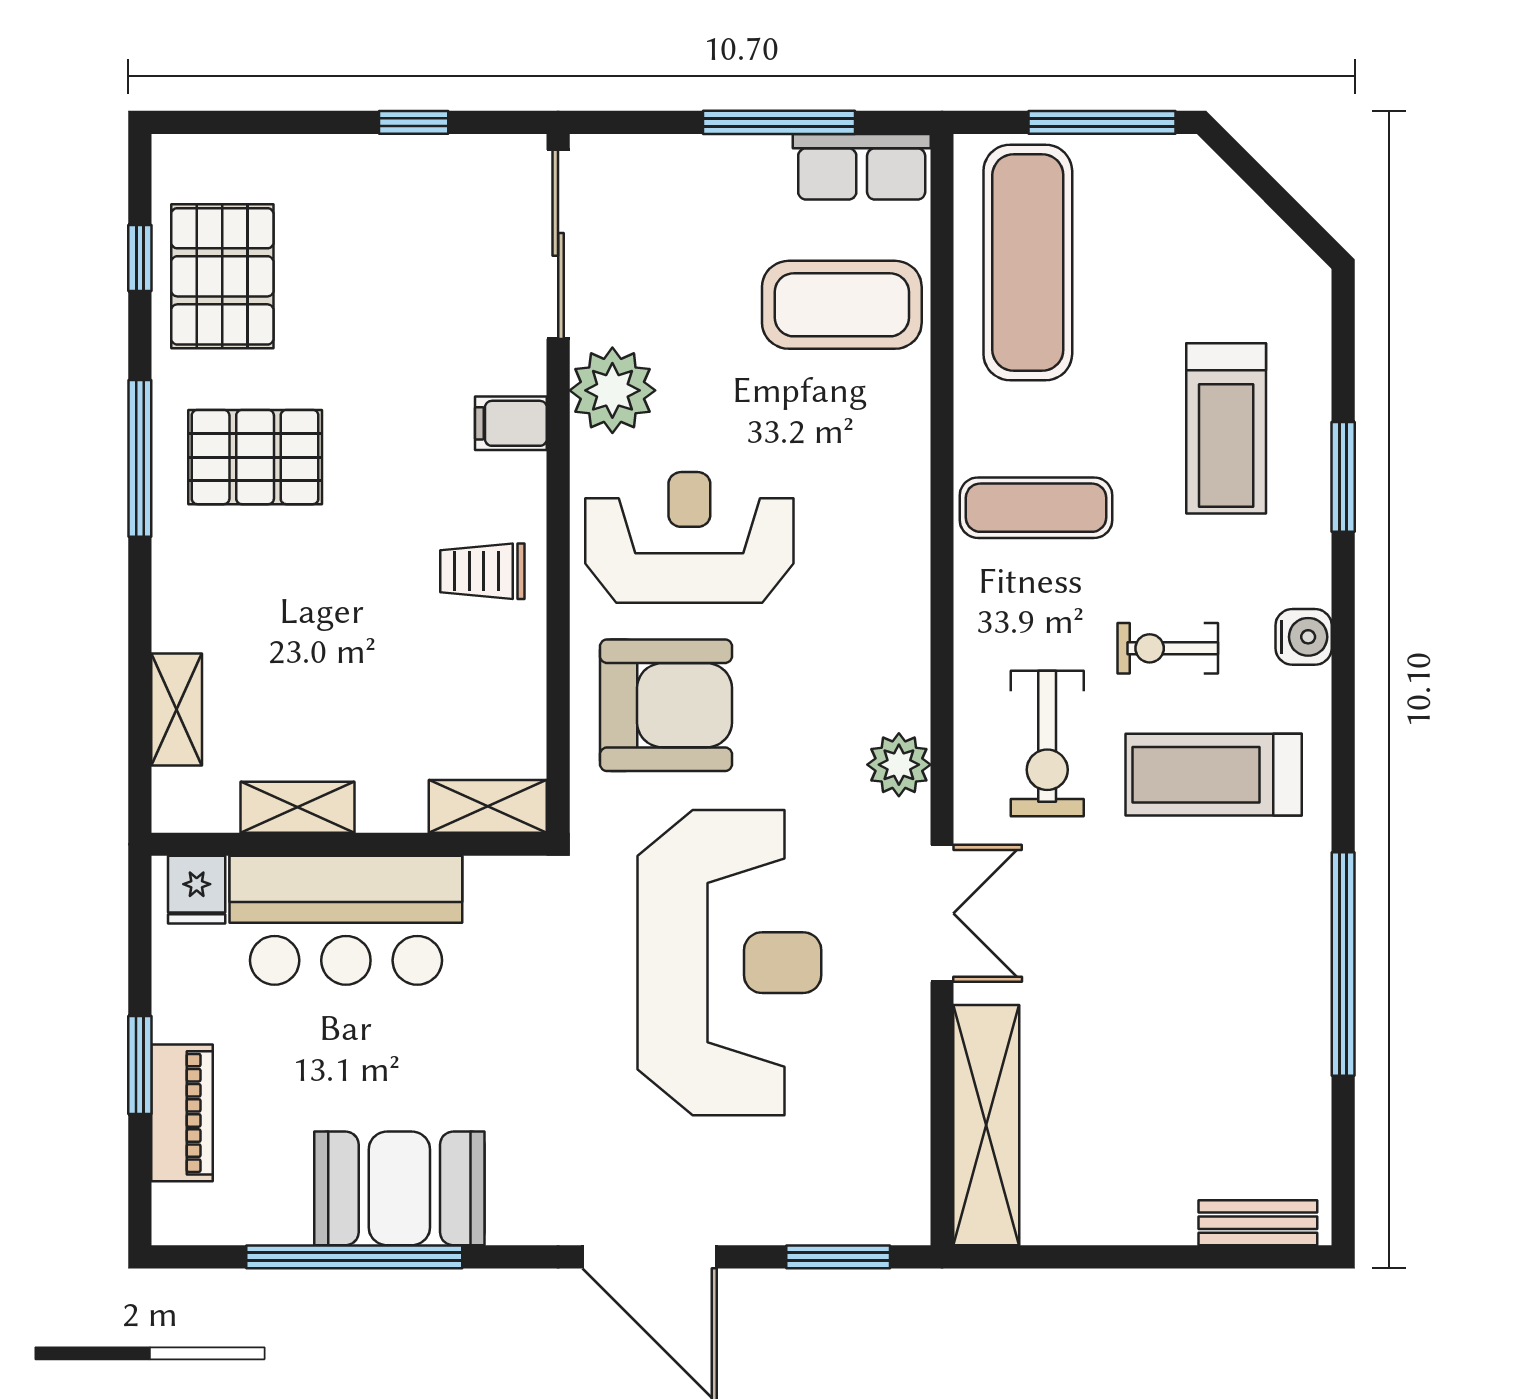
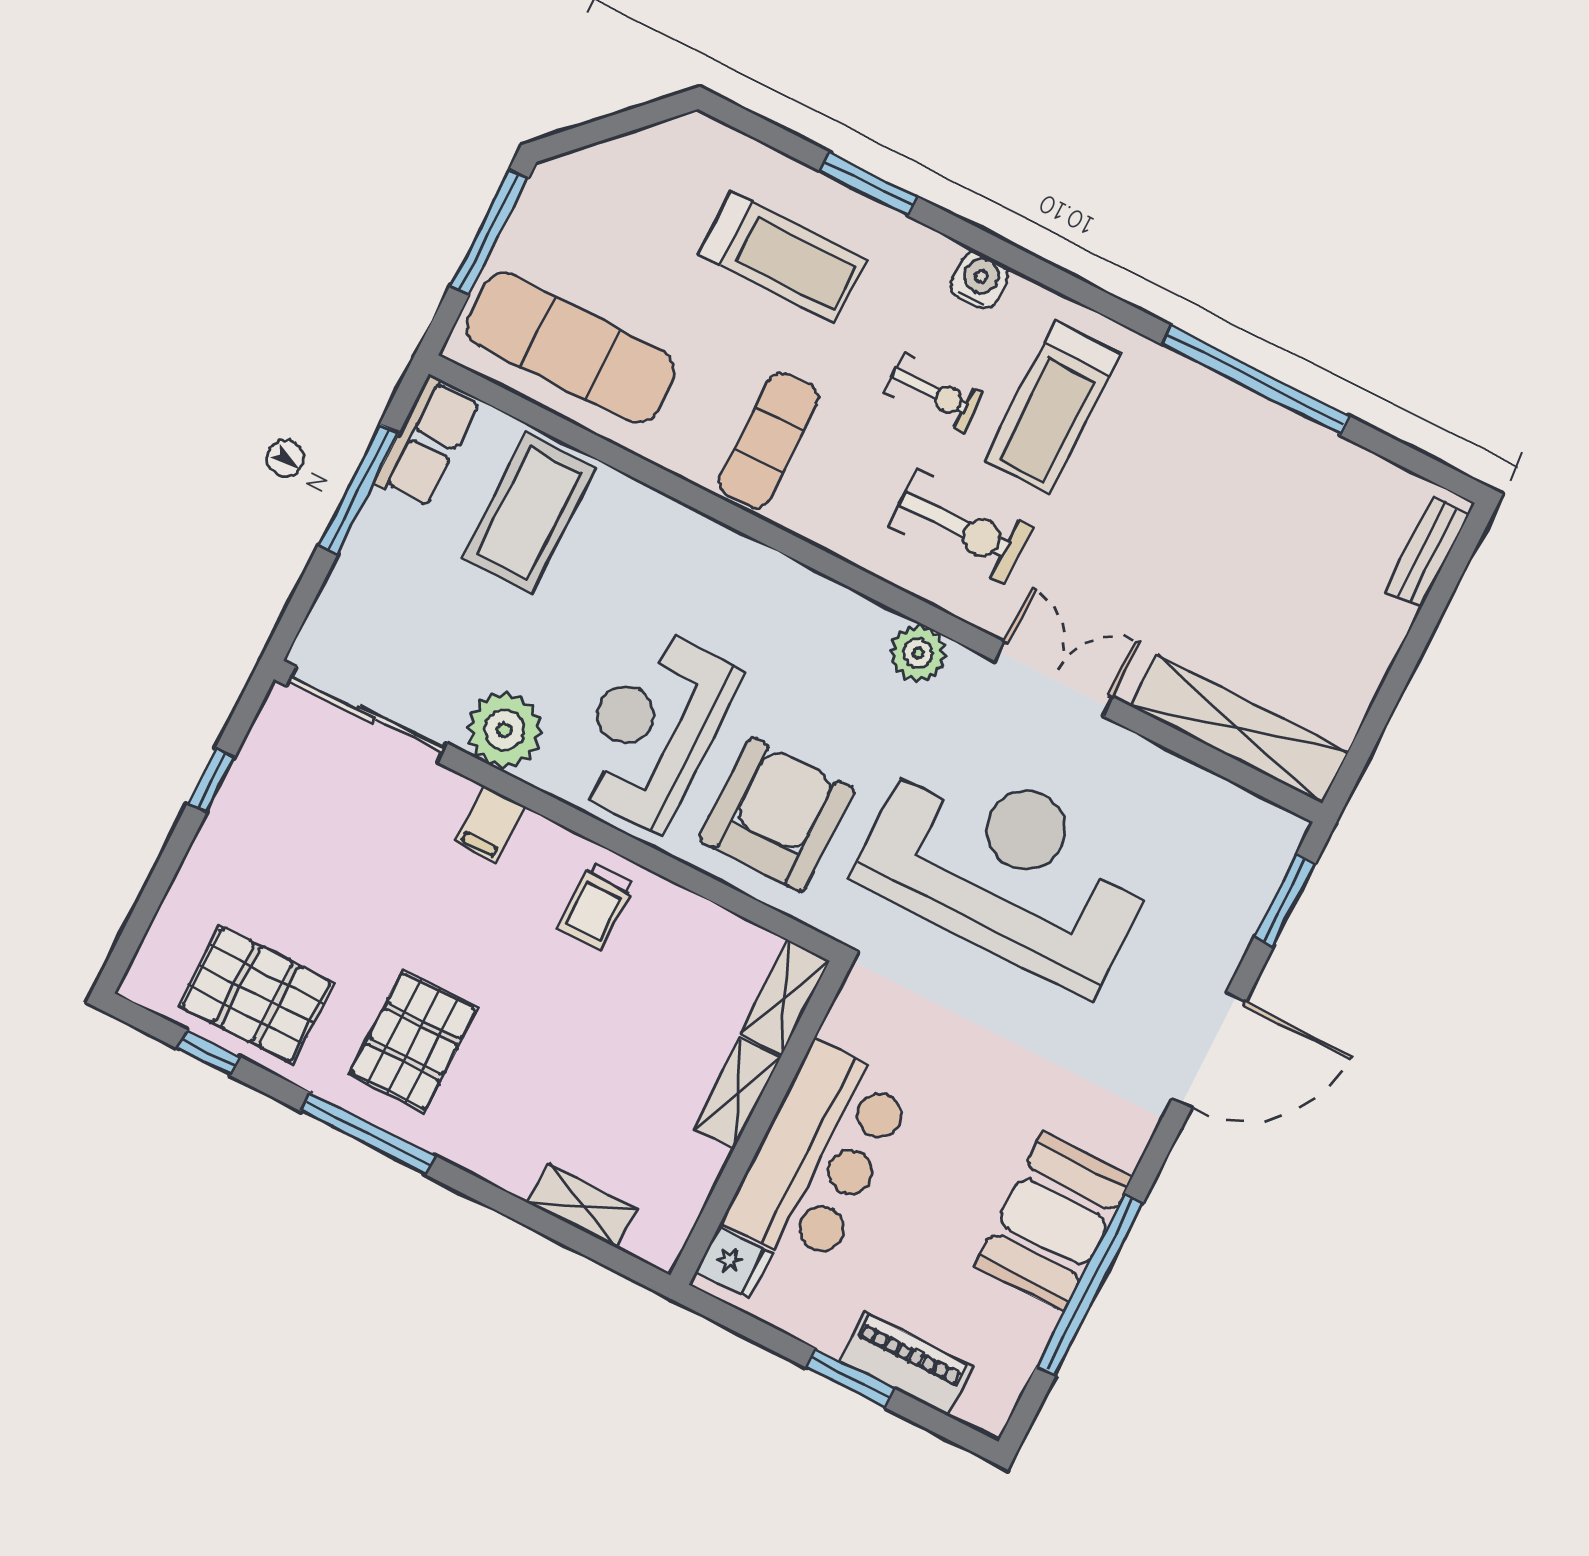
exercise bike: (1168, 648) -> (934, 393), turned -90
shelving: (298, 807) -> (737, 1093), moved

